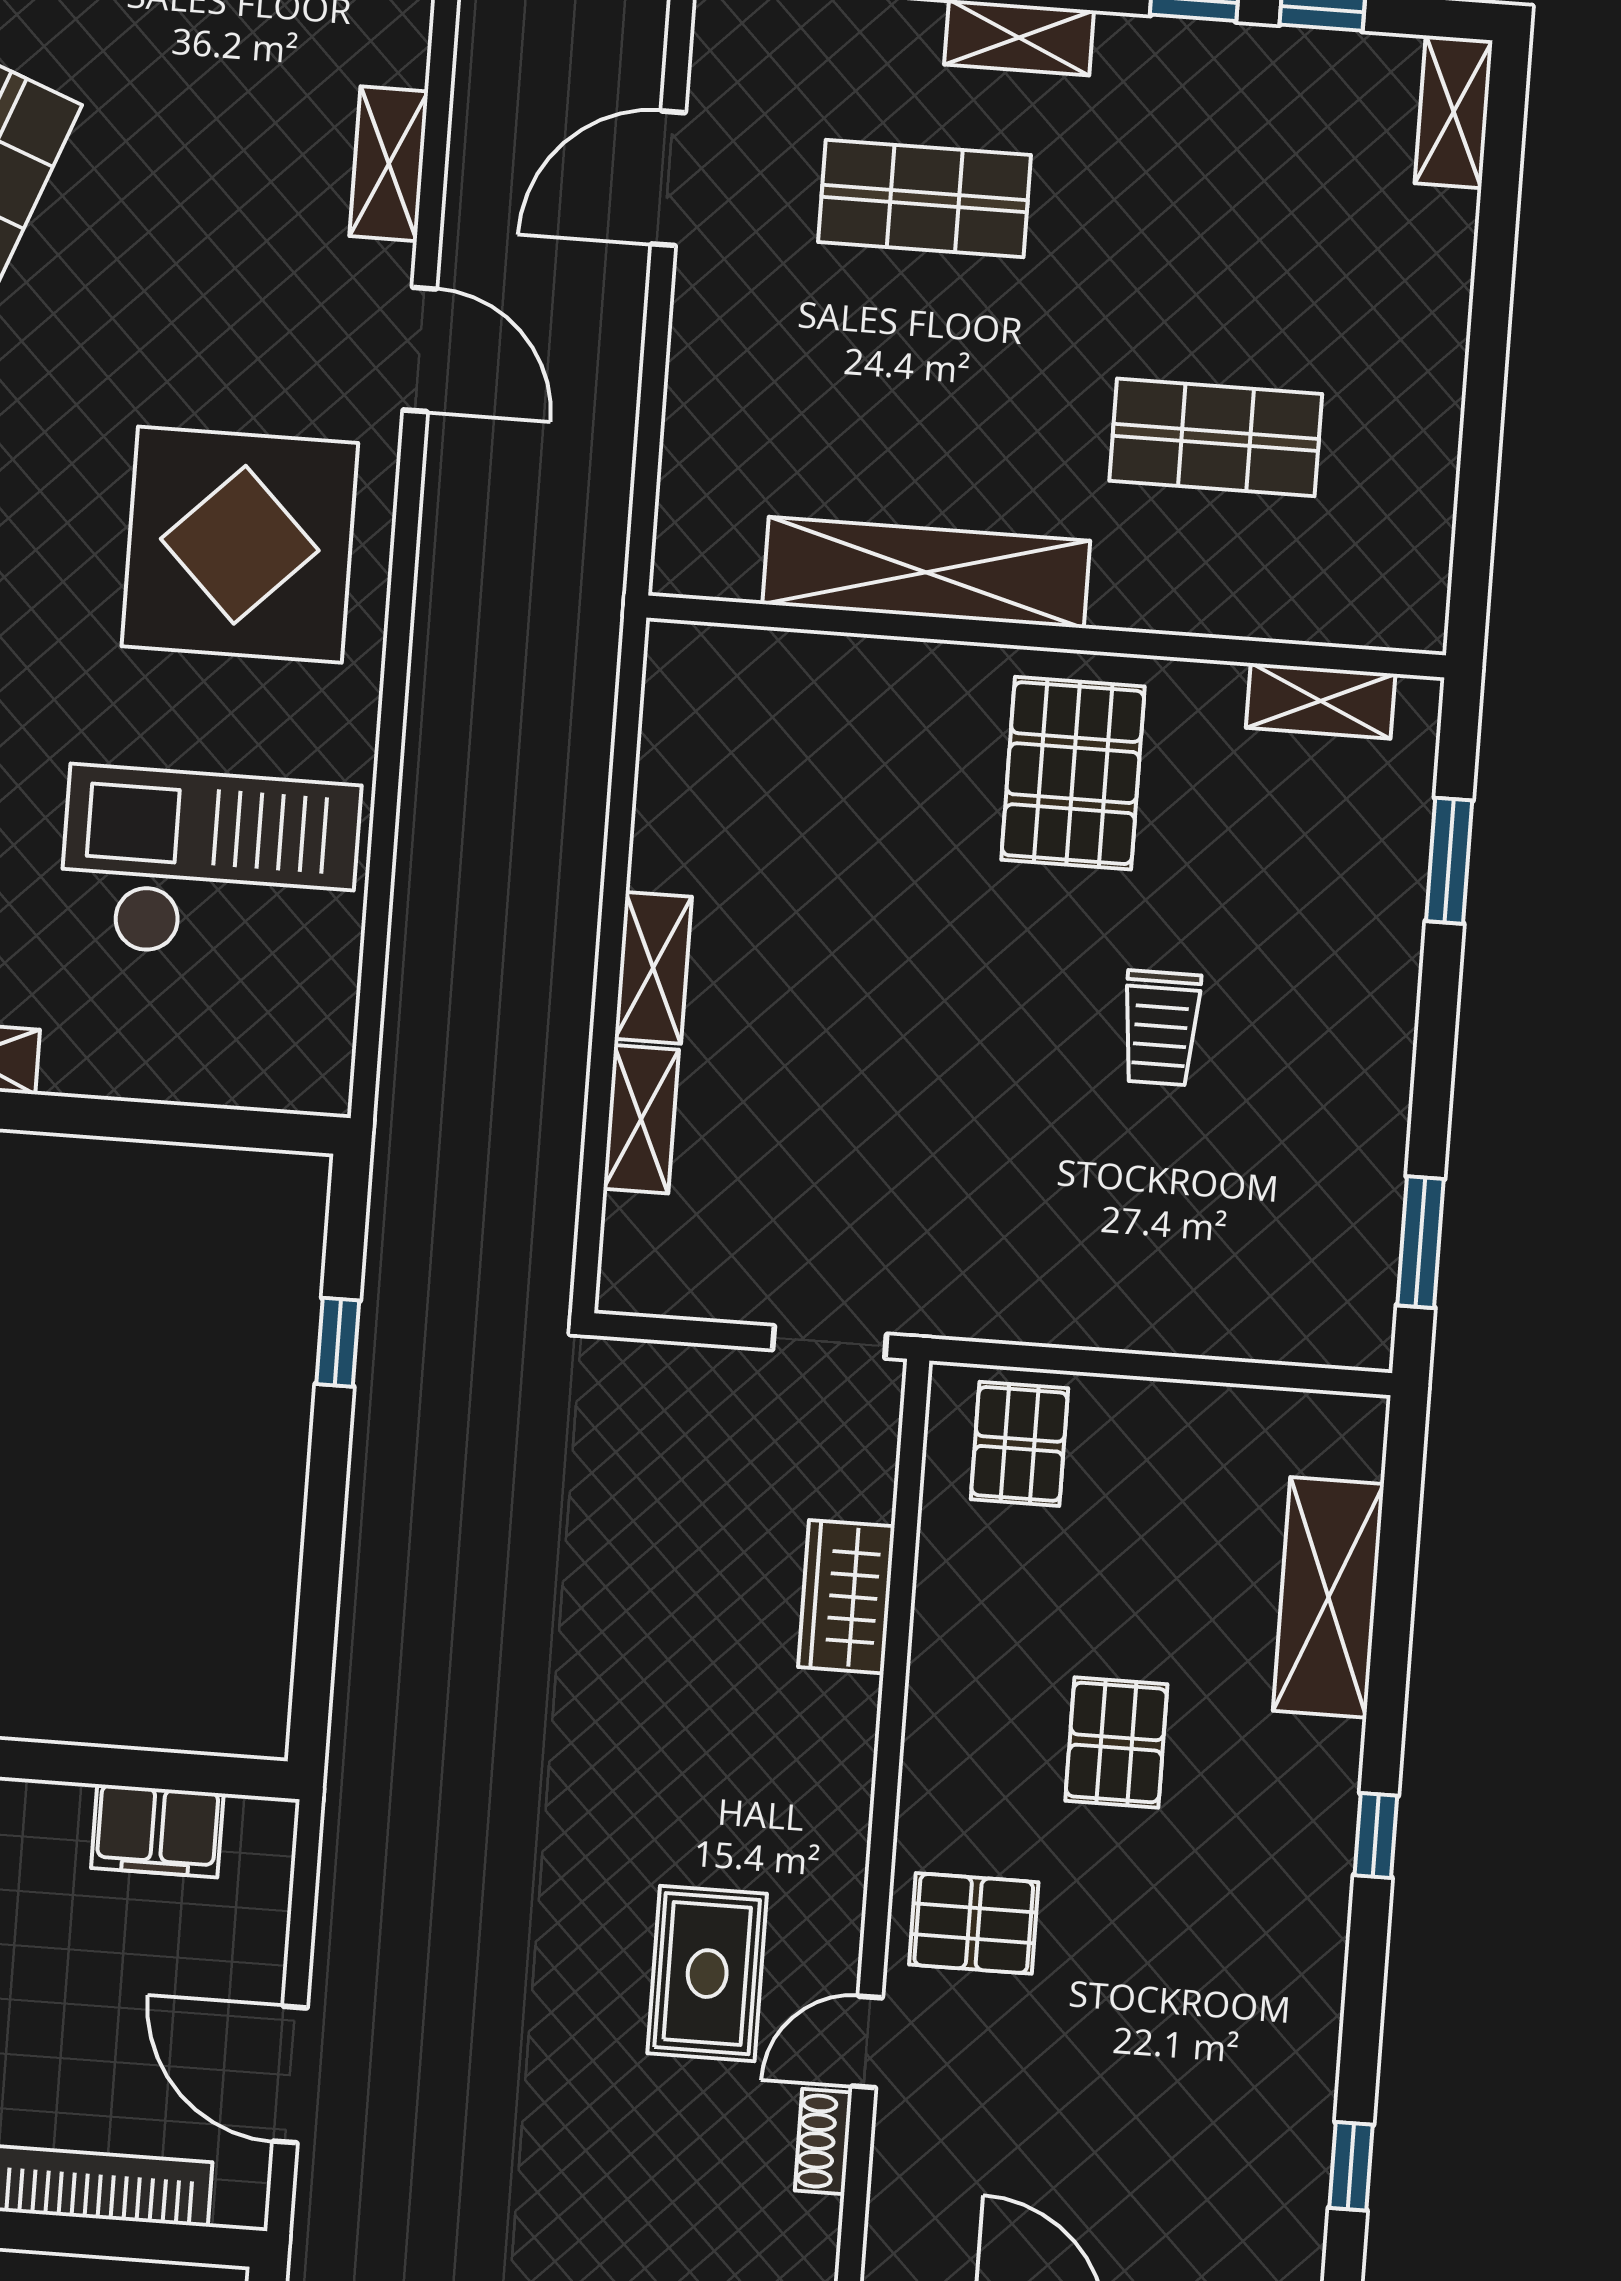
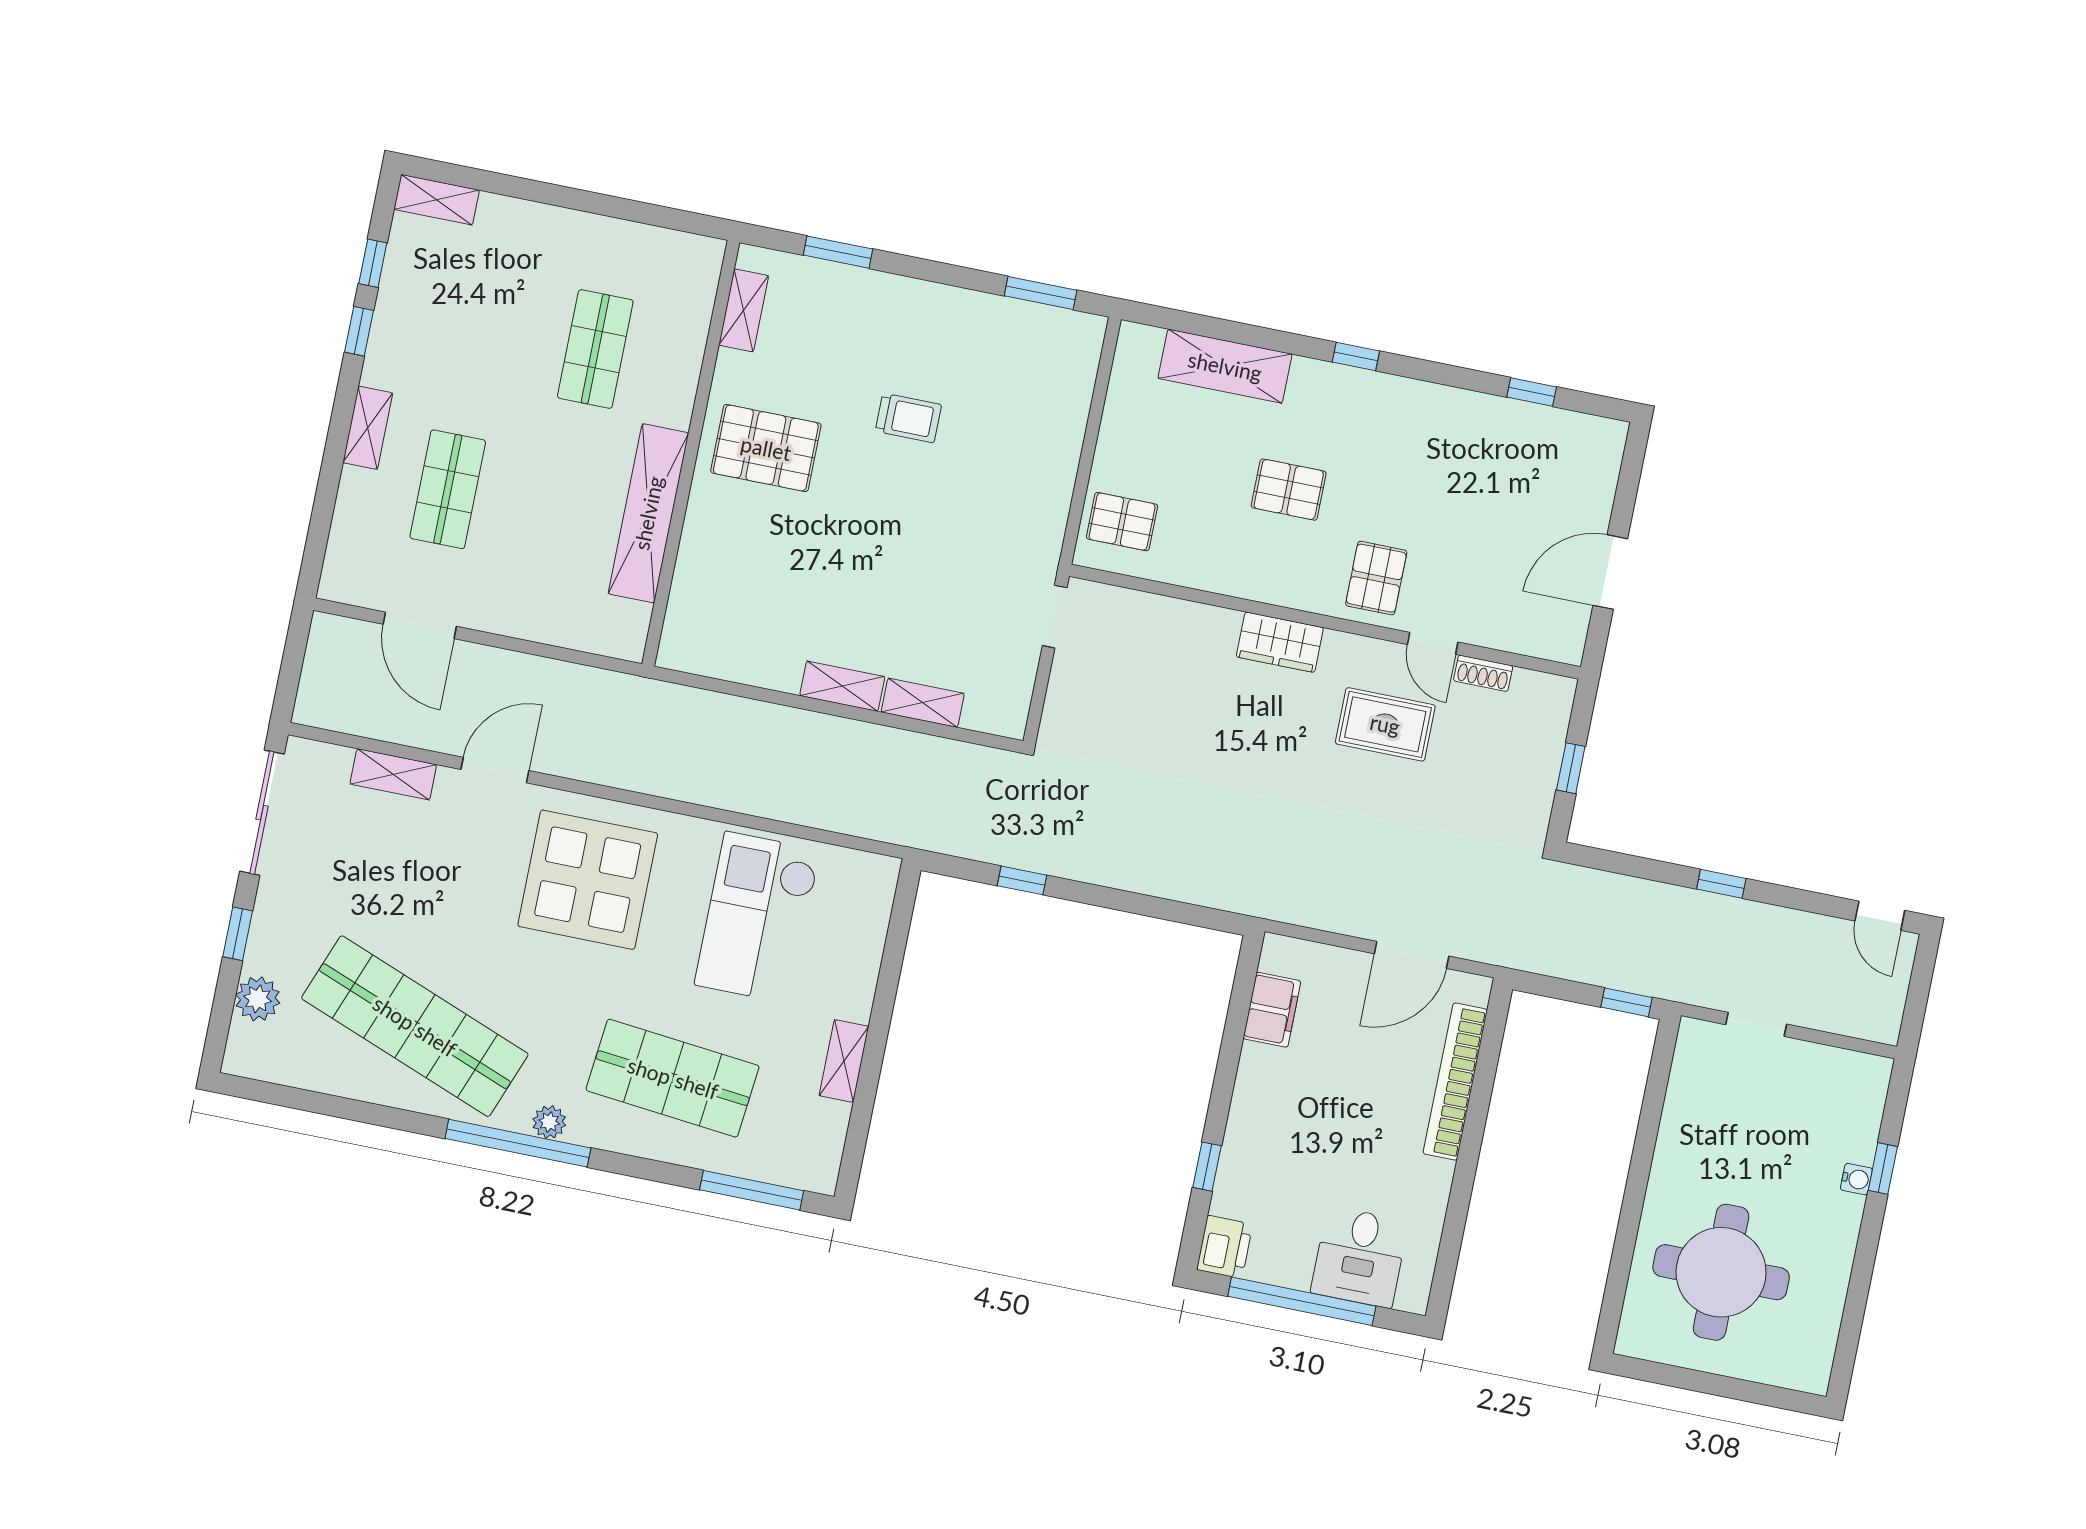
wardrobe: (846, 1597) -> (1280, 642), moved

